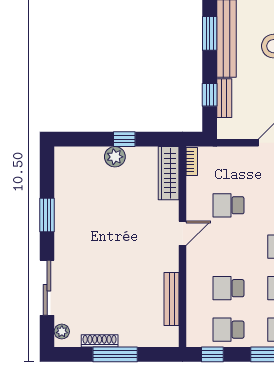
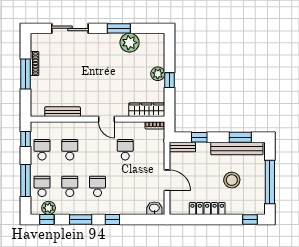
bench: (224, 98) -> (182, 147), moved
plant: (62, 331) -> (130, 43), moved, width x1.87, depth x1.87

